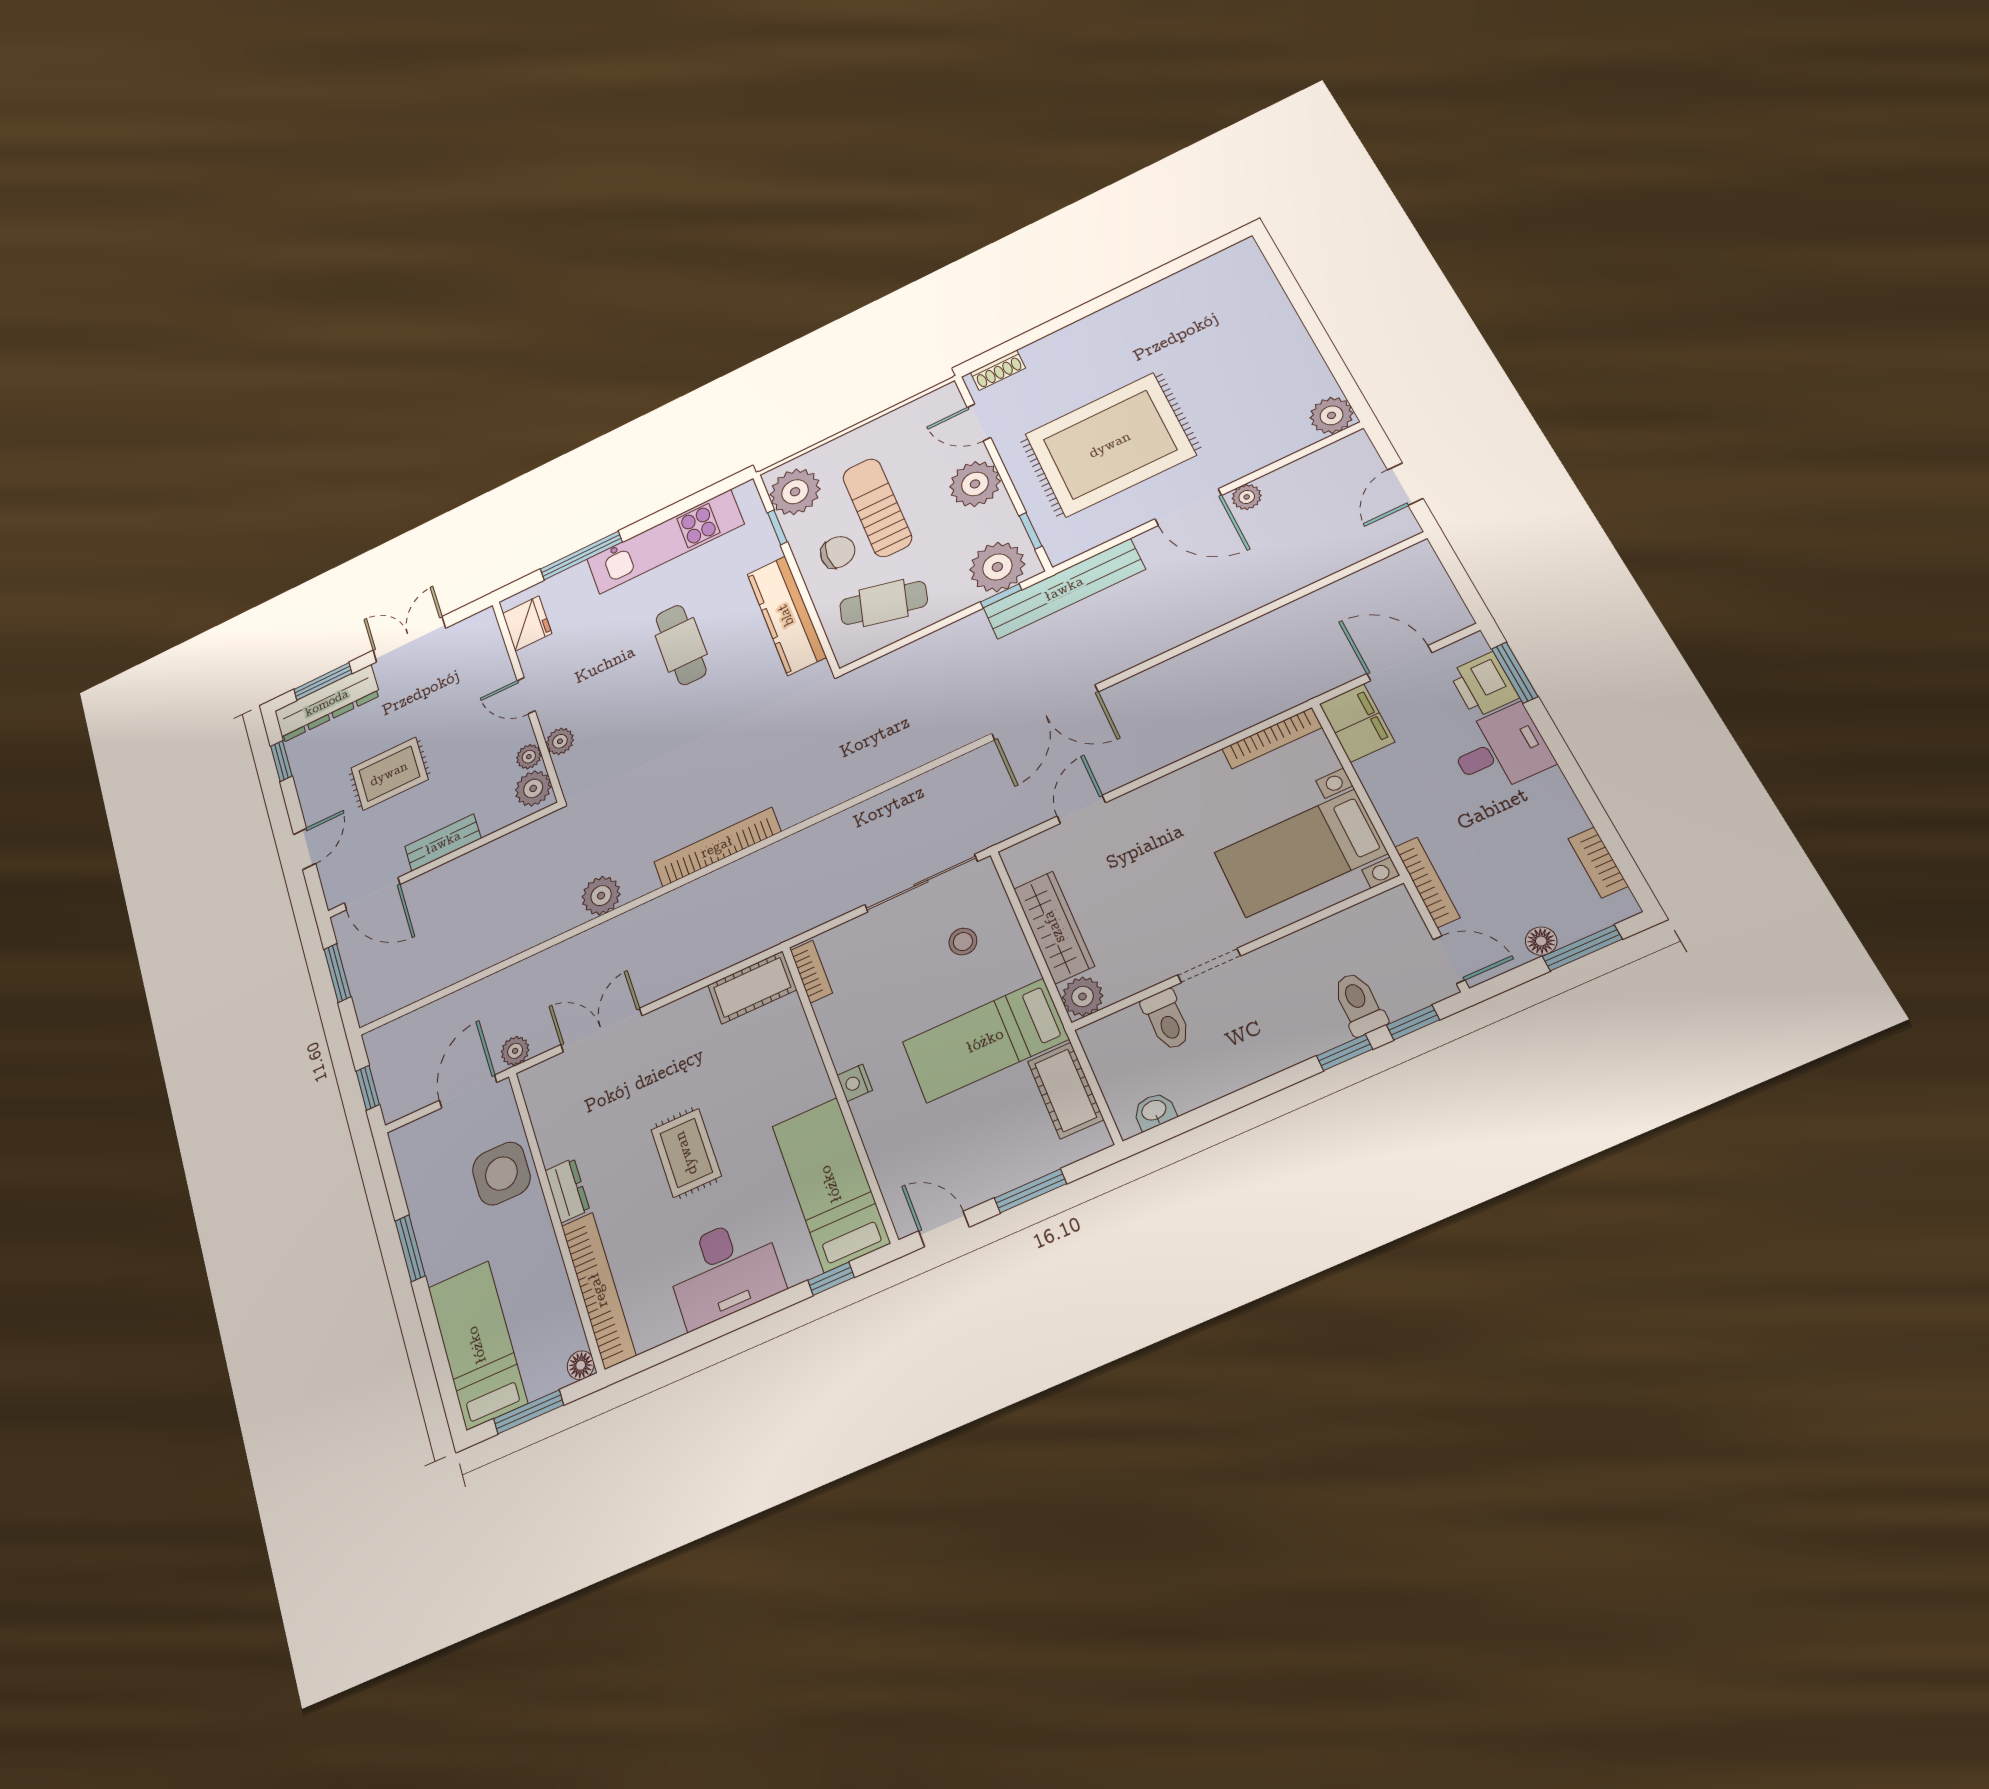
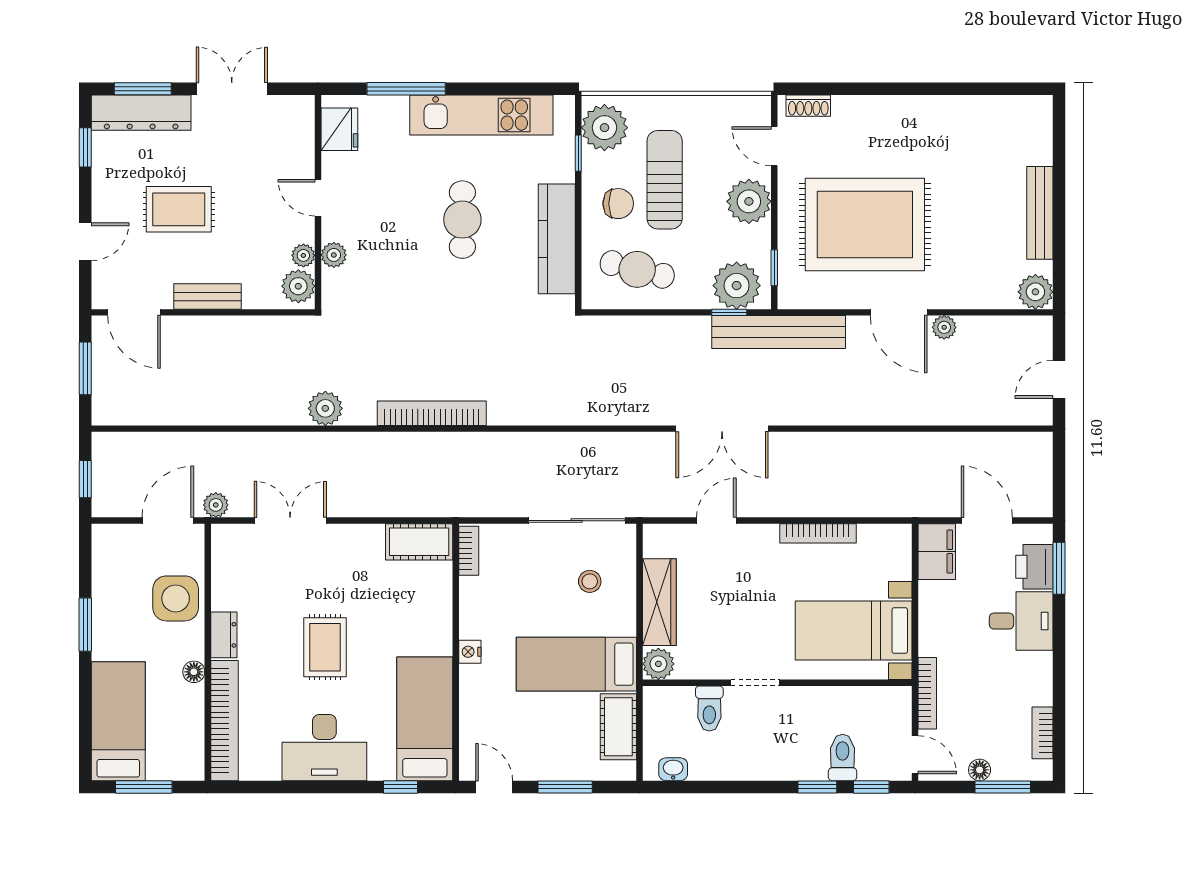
bench: (1296, 342) -> (1040, 213), added
bookcase: (1272, 738) -> (818, 533), moved
floor lamp: (581, 1365) -> (194, 672), moved

